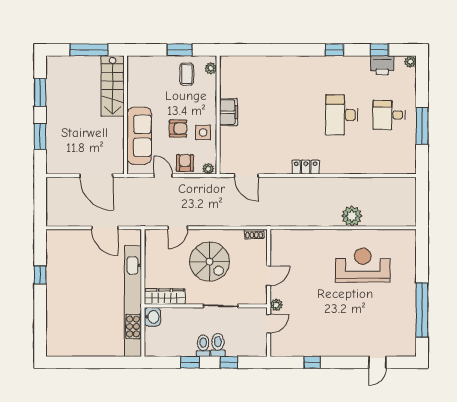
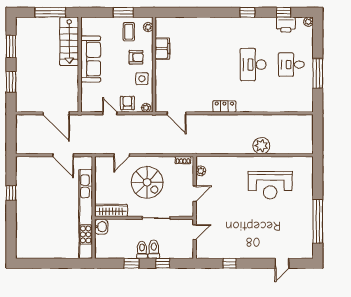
filing cabinet: (228, 112) -> (162, 49), moved
armchair: (178, 128) -> (136, 57), moved
sofa: (139, 136) -> (91, 59), moved
reception desk: (363, 265) -> (270, 185), turned 180
plant: (276, 305) -> (201, 171), moved

